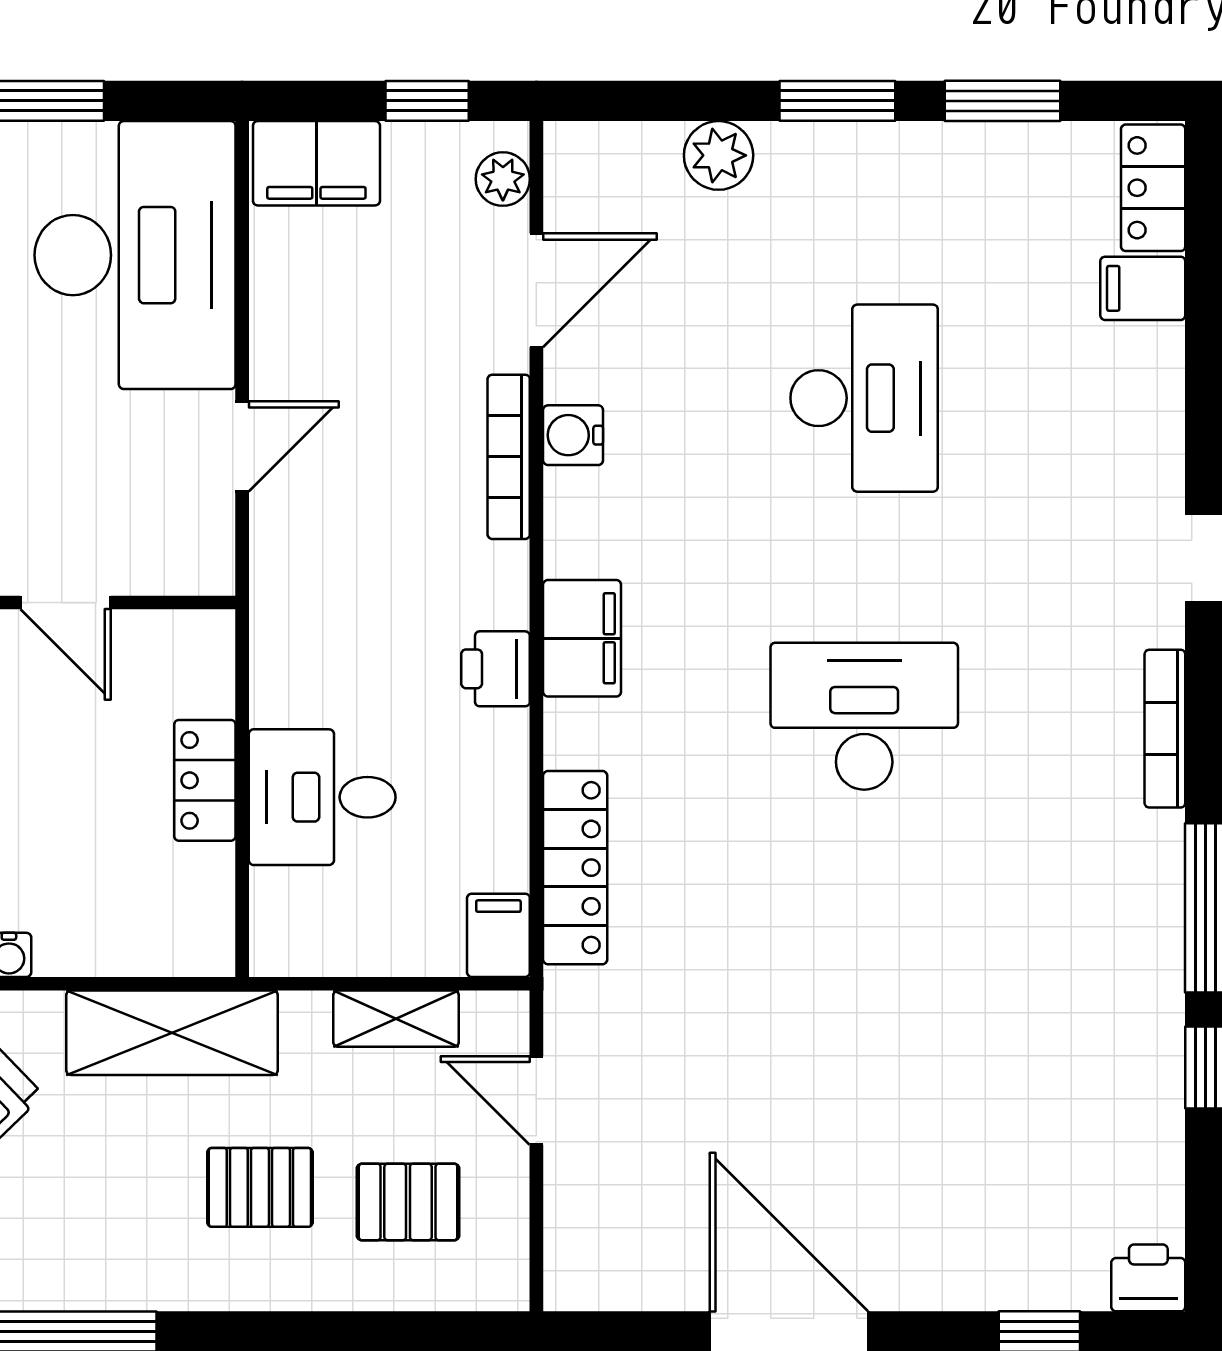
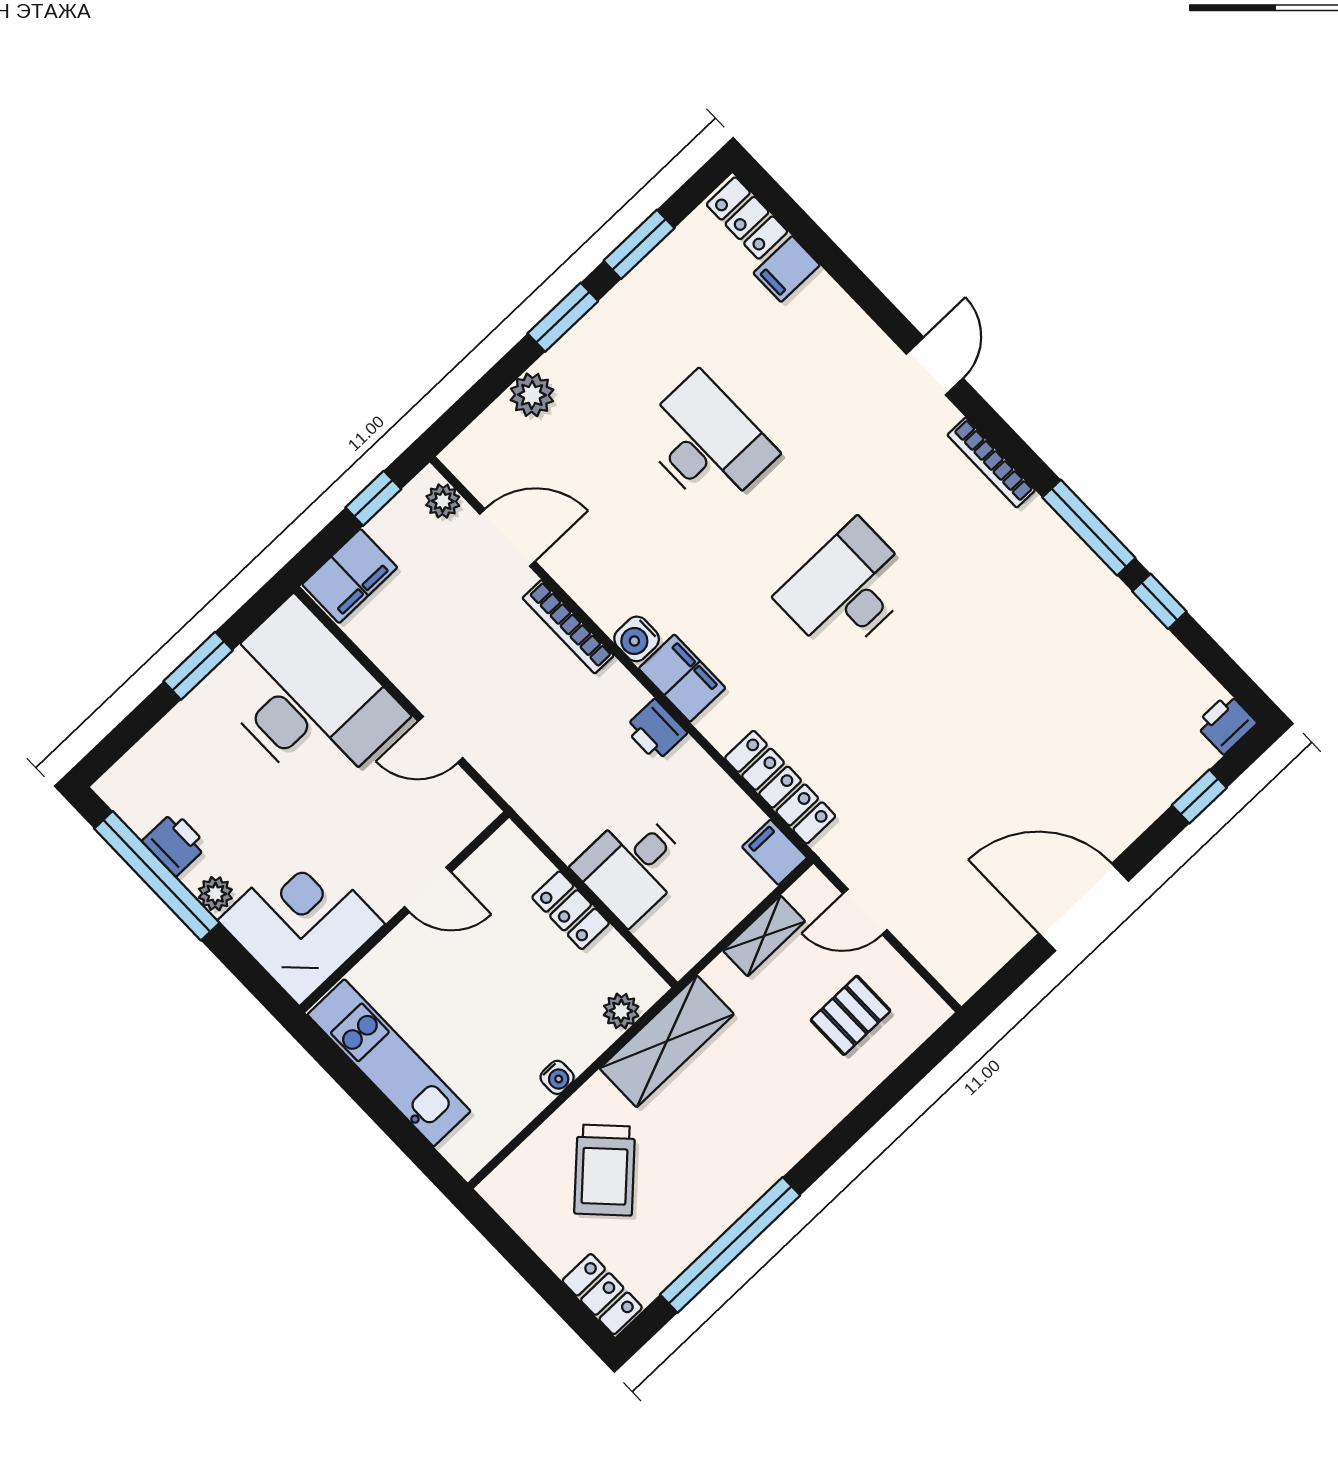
door: (536, 290) -> (507, 538), hinge flipped
water cooler: (573, 435) -> (637, 639), moved
door: (242, 446) -> (440, 740), swing flipped
plant: (153, 949) -> (621, 1011), added
pallet: (260, 1187) -> (776, 1074), removed

